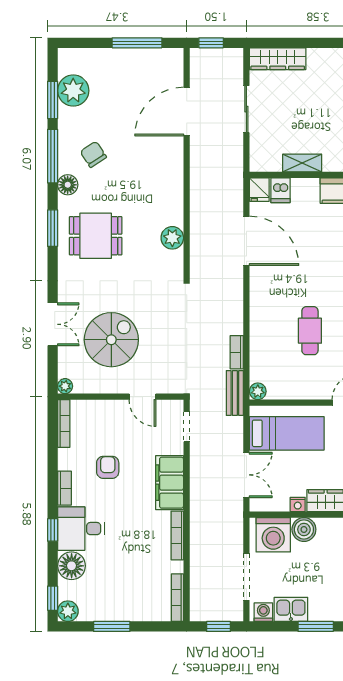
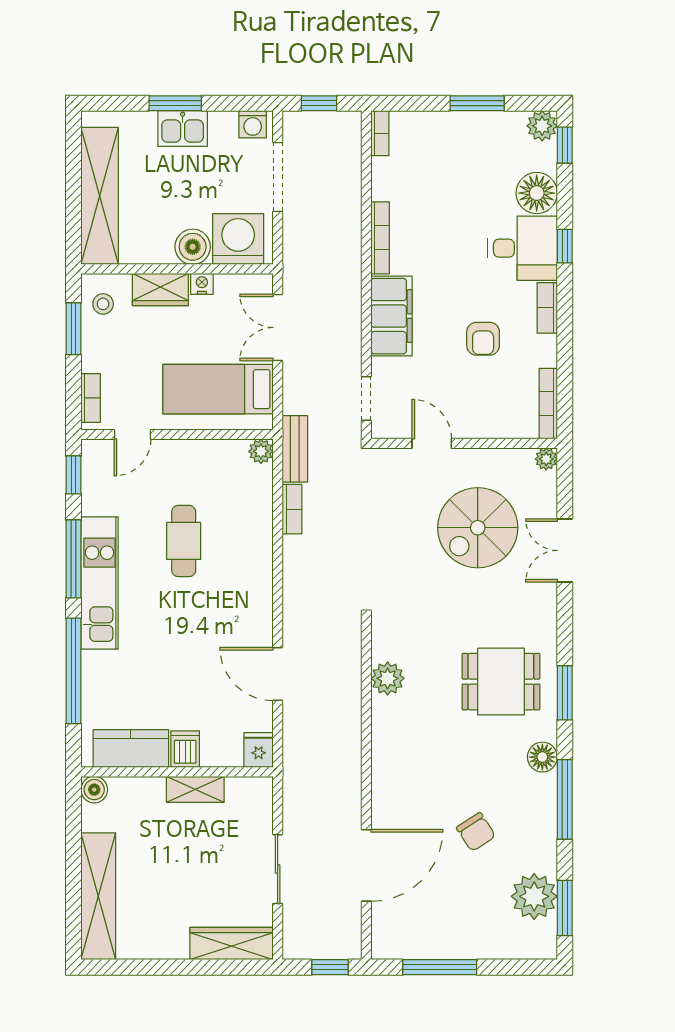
window: (53, 100) -> (565, 908), moved
chair: (93, 154) -> (476, 832), moved
dishwasher: (280, 190) -> (185, 749), moved
door: (246, 241) -> (278, 674), width x0.73
bookcase: (177, 598) -> (380, 133), width x0.64
kitchen sink: (291, 609) -> (183, 129), moved

